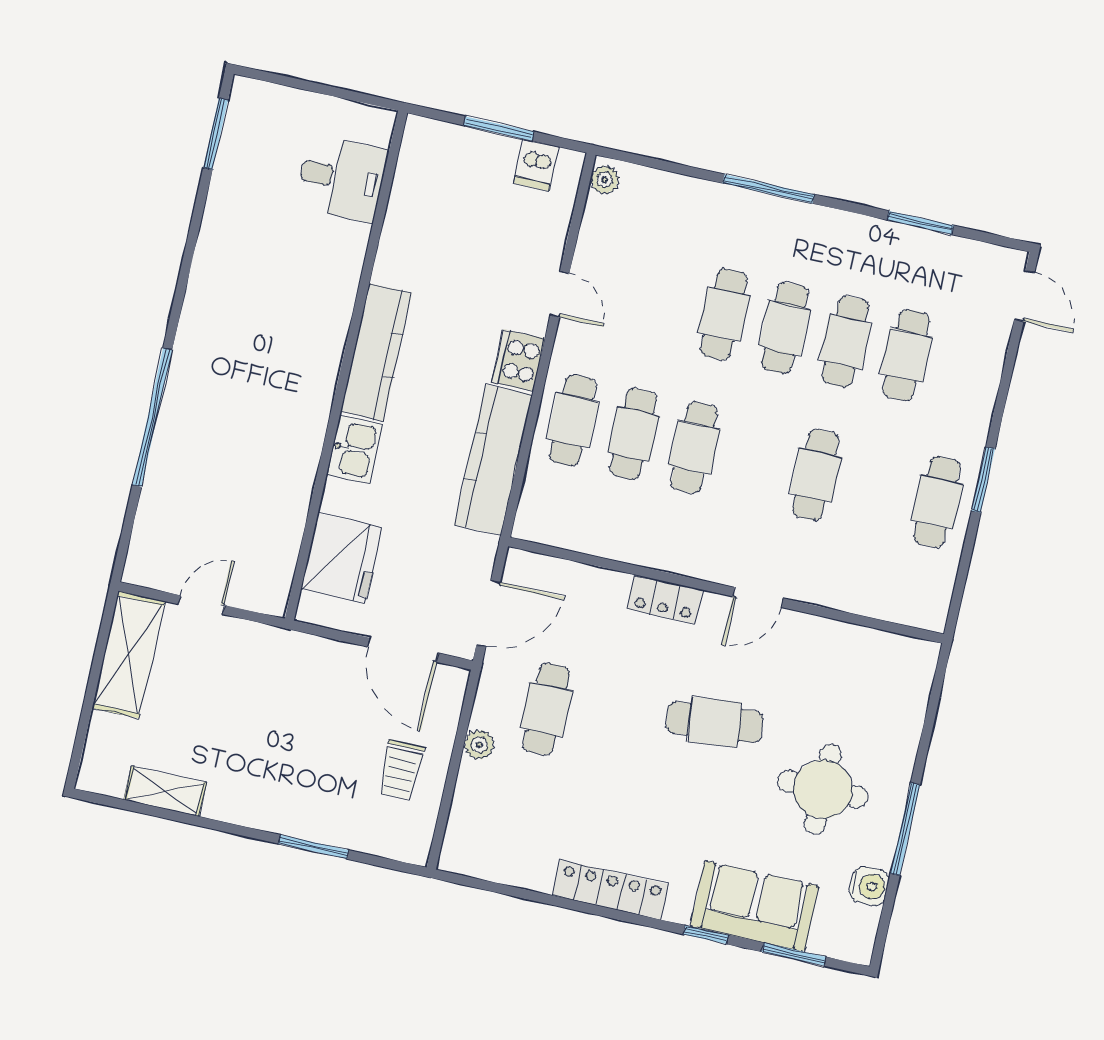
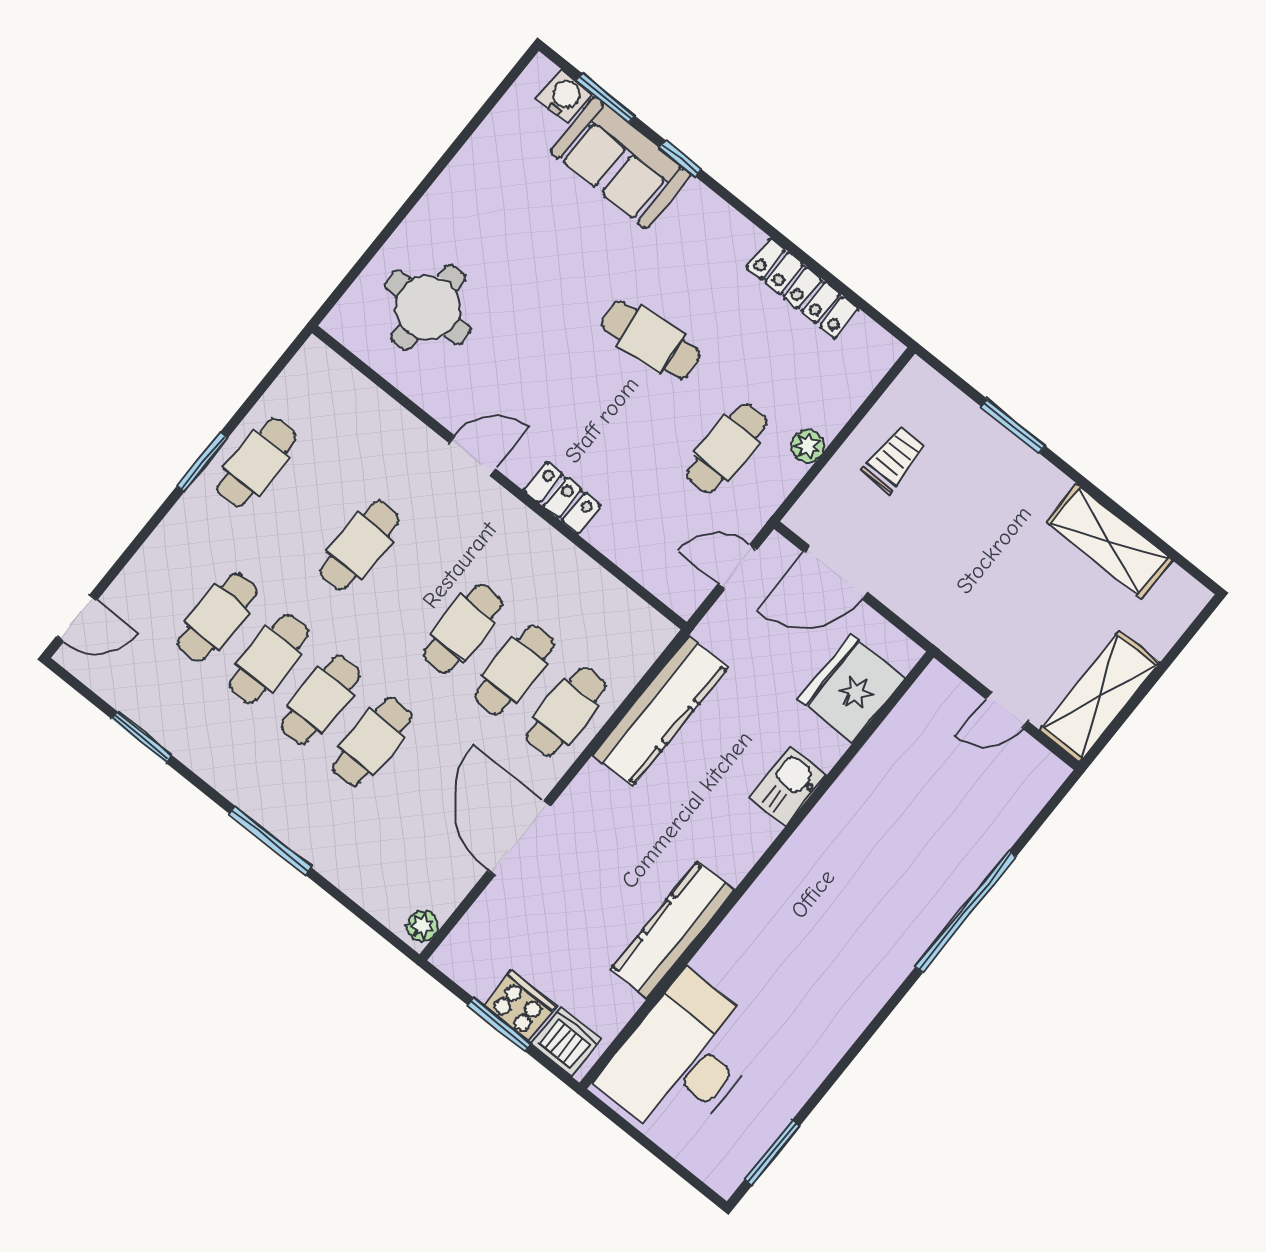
dishwasher: (536, 165) -> (566, 1041), moved, width x1.38
desk: (342, 178) -> (683, 1059), width x1.87, depth x1.30
door: (560, 294) -> (519, 838), width x1.88
door: (1024, 296) -> (77, 618), swing flipped
kitchen counter: (376, 352) -> (673, 930), moved
cooker: (519, 360) -> (520, 1006), moved, turned -90
door: (488, 613) -> (737, 567), width x0.73
door: (403, 650) -> (836, 572), swing flipped
cafe table: (715, 722) -> (651, 340), moved
round table: (823, 789) -> (428, 307), moved
shelving: (165, 791) -> (1109, 541), width x1.50, depth x1.33
window: (905, 829) -> (441, 165), removed
water cooler: (869, 886) -> (565, 97), moved, turned 90
locker: (610, 890) -> (802, 288), moved

